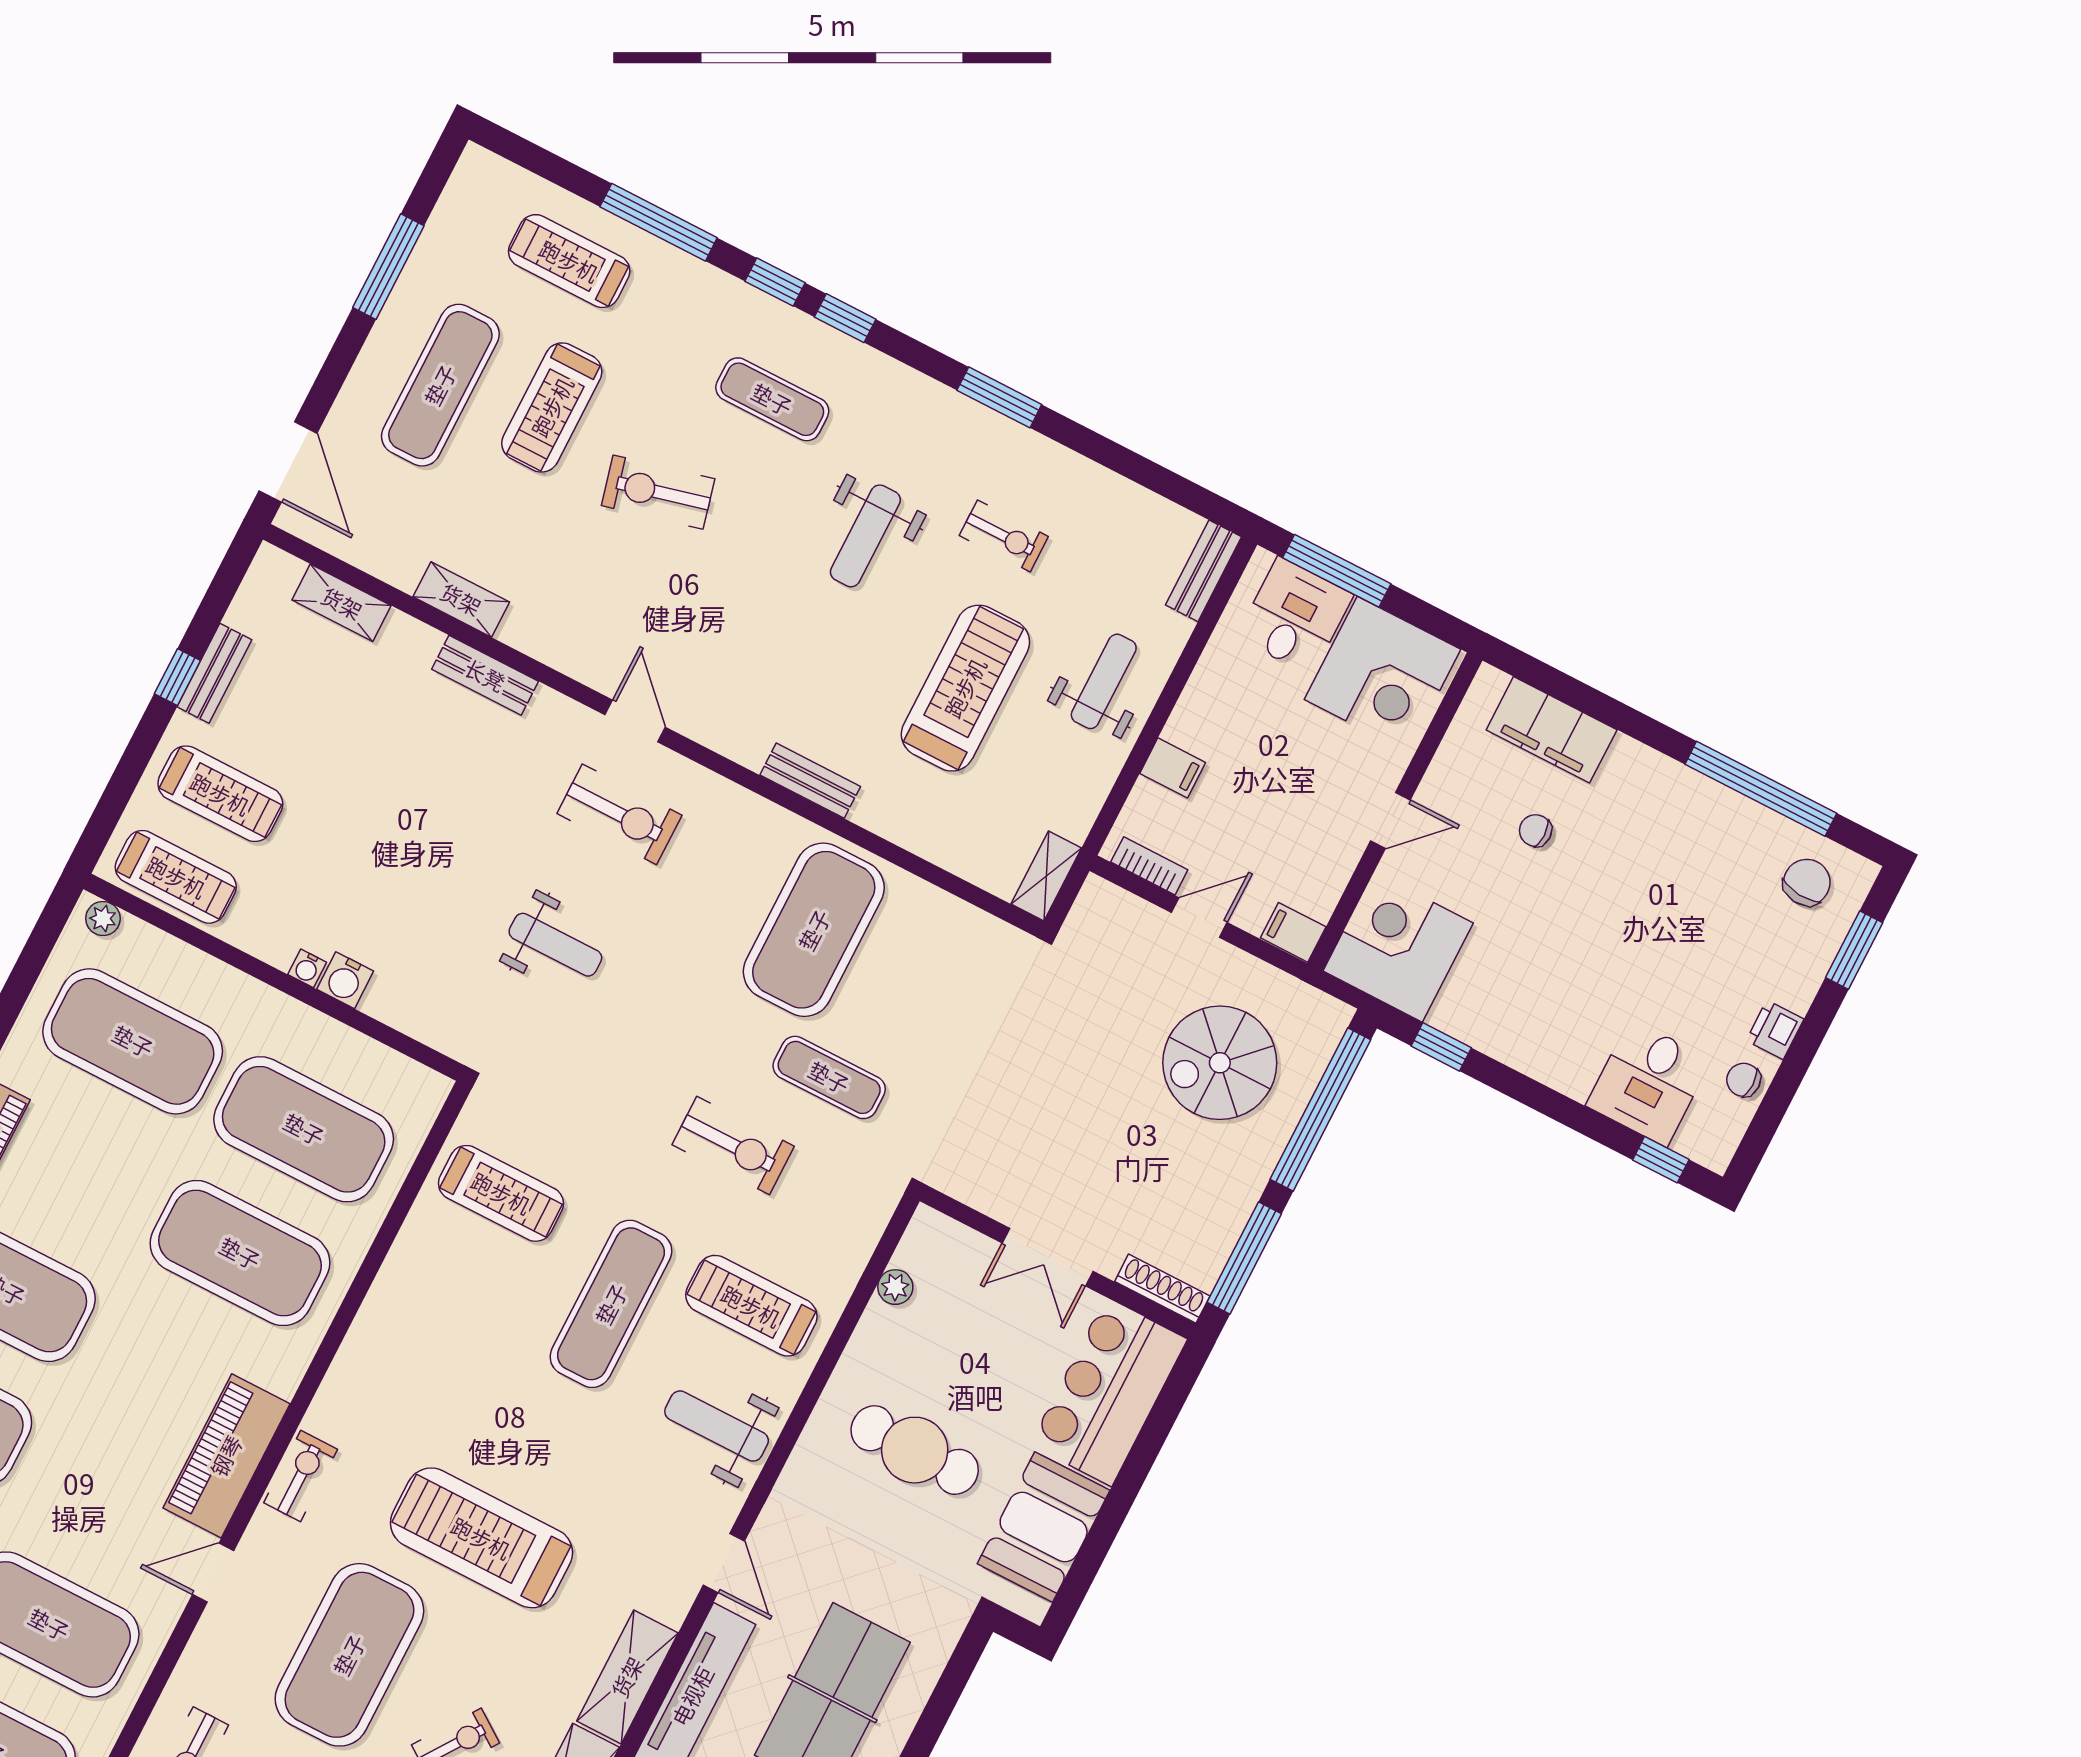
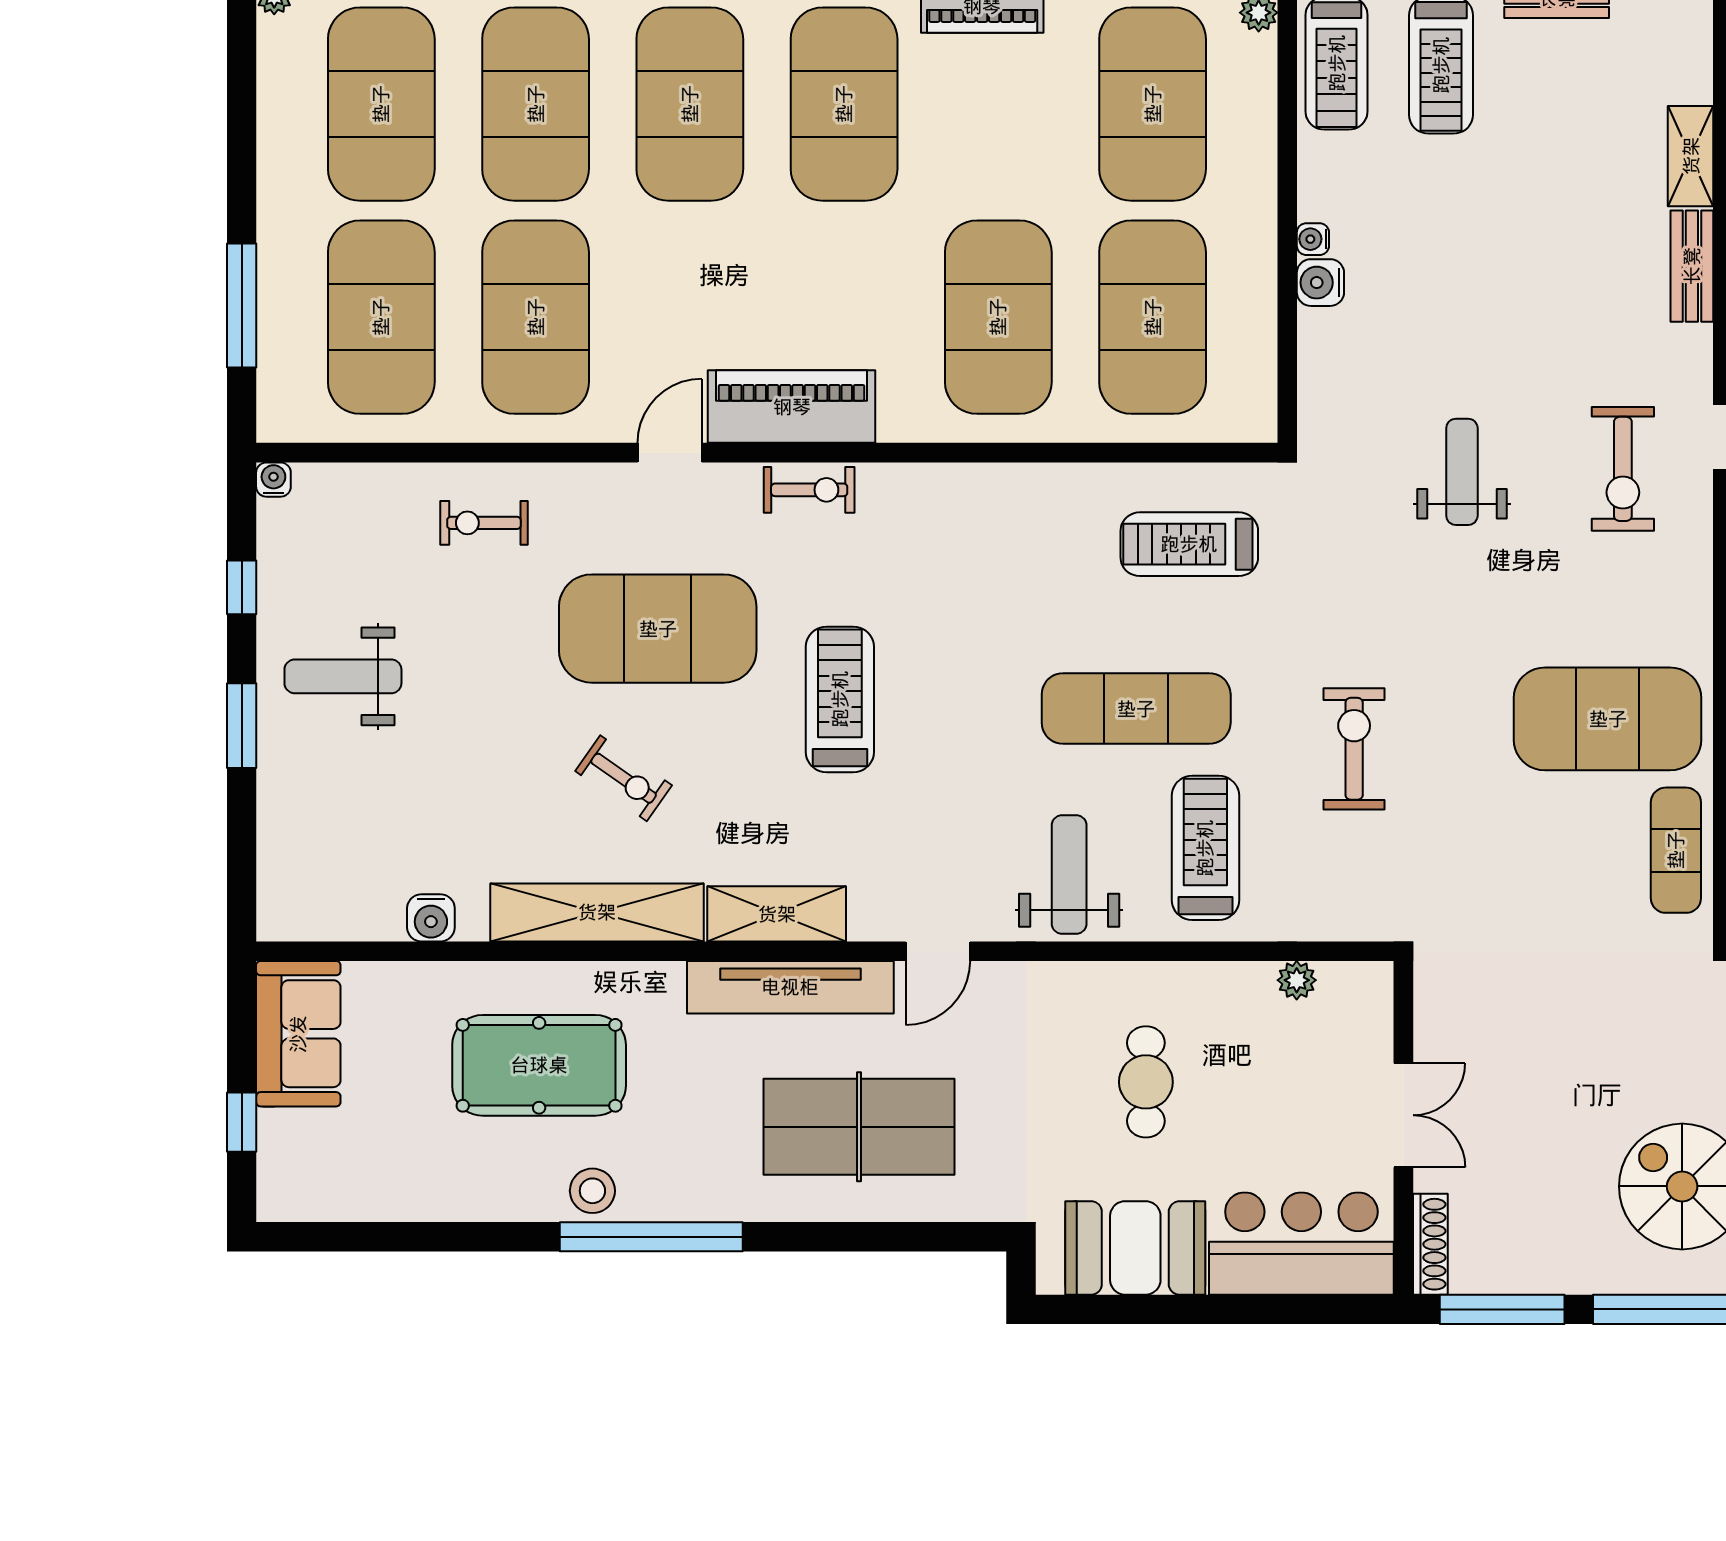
shelving: (342, 603) -> (1691, 156), moved
weight bench: (555, 945) -> (1462, 472), turned 180
exercise mat: (829, 1077) -> (1676, 850), moved
exercise bike: (733, 1145) -> (1354, 749), turned 180
treadmill: (501, 1193) -> (1189, 544), turned 90
double door: (1048, 1257) -> (1403, 1115), swing flipped
cafe table: (915, 1450) -> (1146, 1082), width x0.73, depth x0.74
treadmill: (481, 1538) -> (840, 699), width x0.73, depth x0.73
door: (213, 1573) -> (670, 453), hinge flipped

